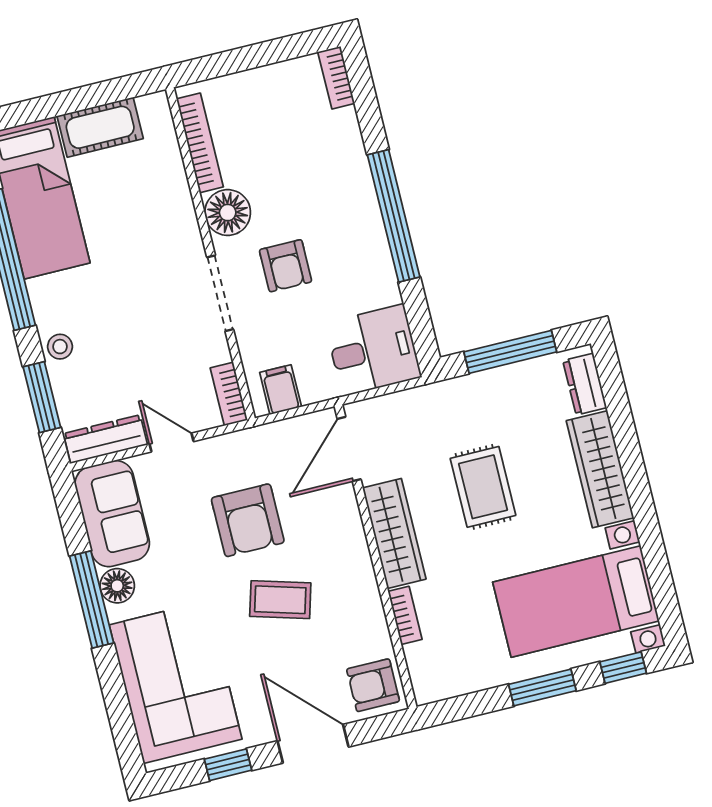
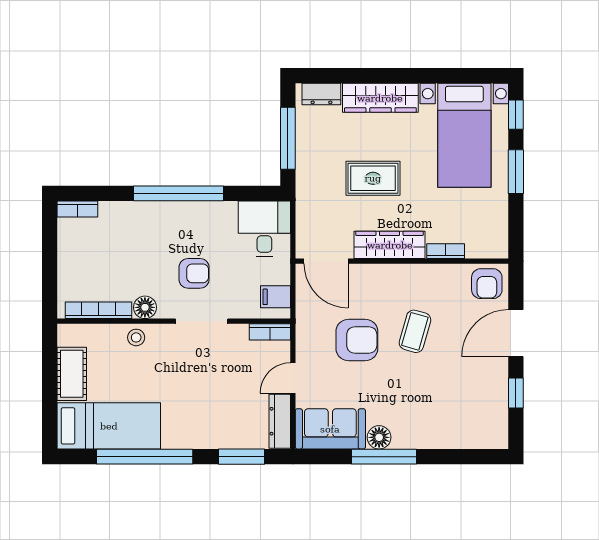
floor lamp: (228, 213) -> (145, 307), width x0.73, depth x0.73
stool: (60, 347) -> (136, 337), moved
corner sofa: (176, 682) -> (453, 414), removed

